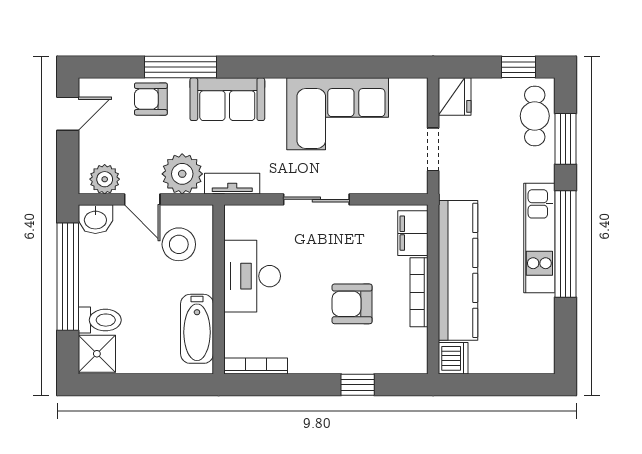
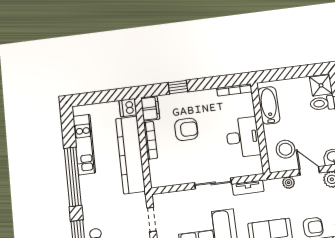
plant: (182, 174) -> (289, 183), width x0.53, depth x0.53
tv unit: (232, 184) -> (248, 188), moved
filing cabinet: (413, 233) -> (150, 108), moved
kitchen unit: (539, 238) -> (84, 144), moved

